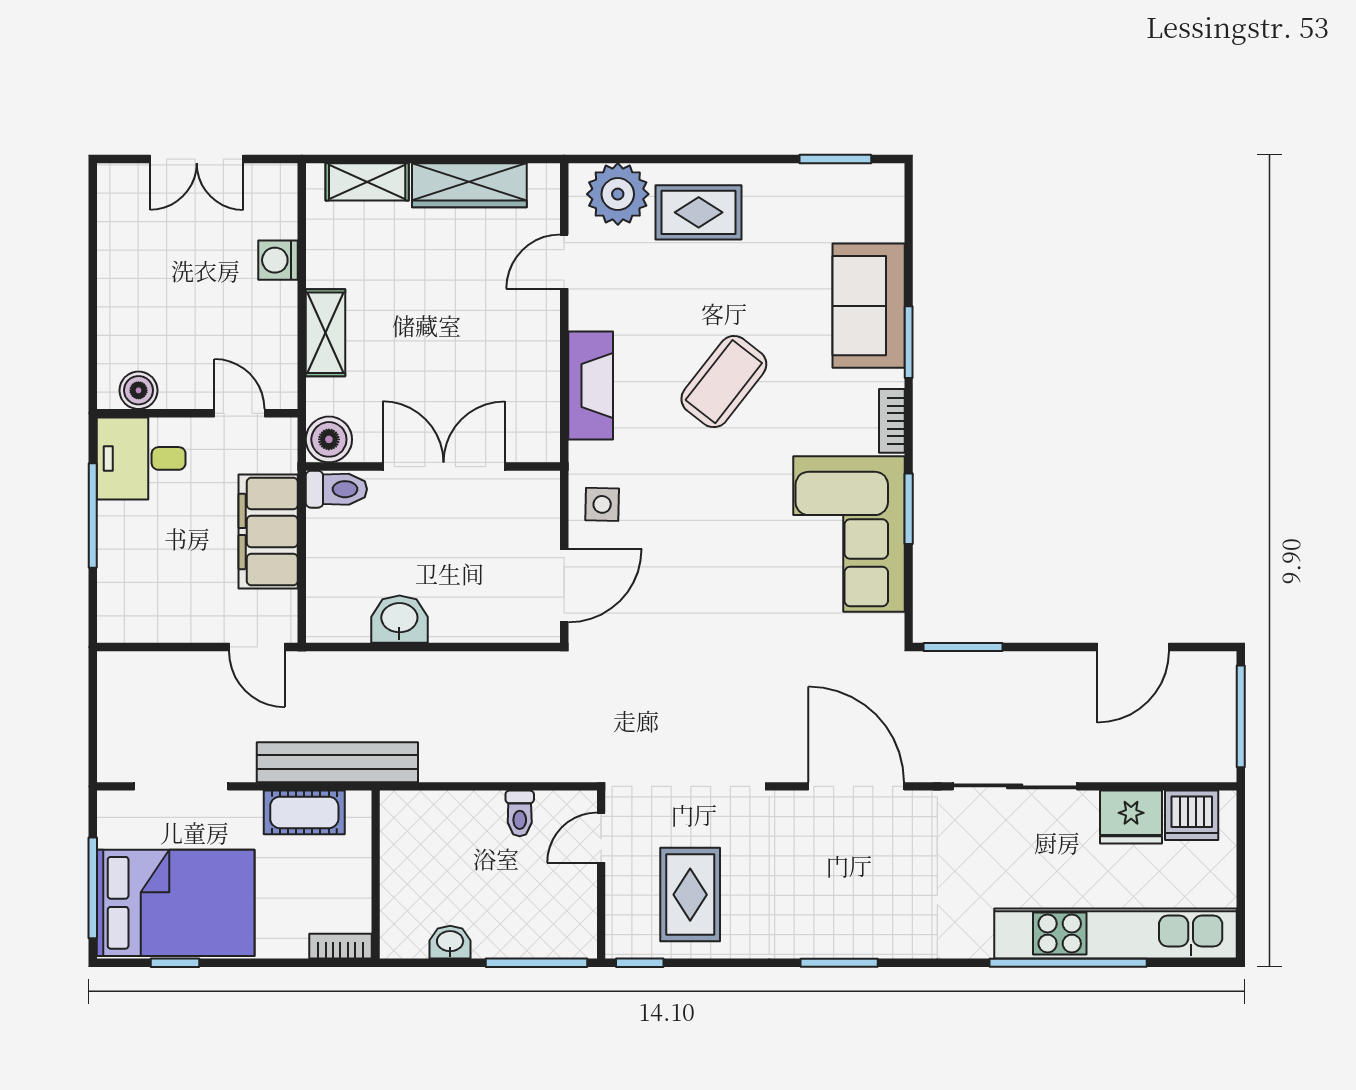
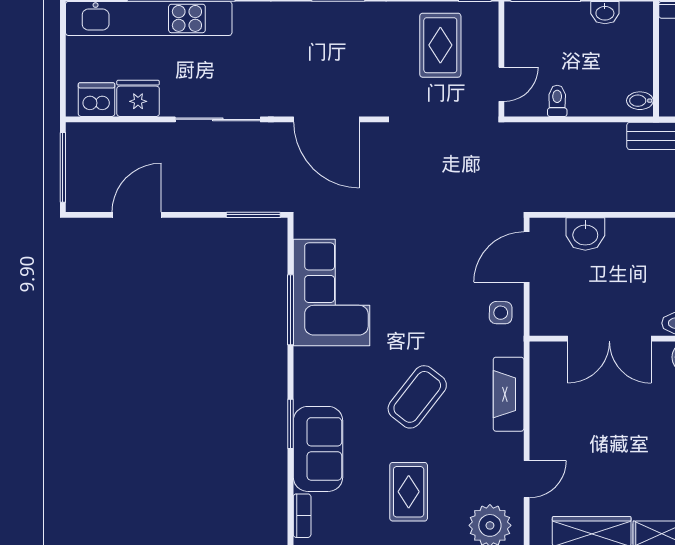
rug: (699, 212) -> (409, 492), moved, turned 90
bookcase: (892, 421) -> (302, 516), moved
window: (909, 509) -> (291, 310), width x1.44
washbasin: (399, 619) -> (585, 234), moved
bidet: (399, 814) -> (640, 101), added

